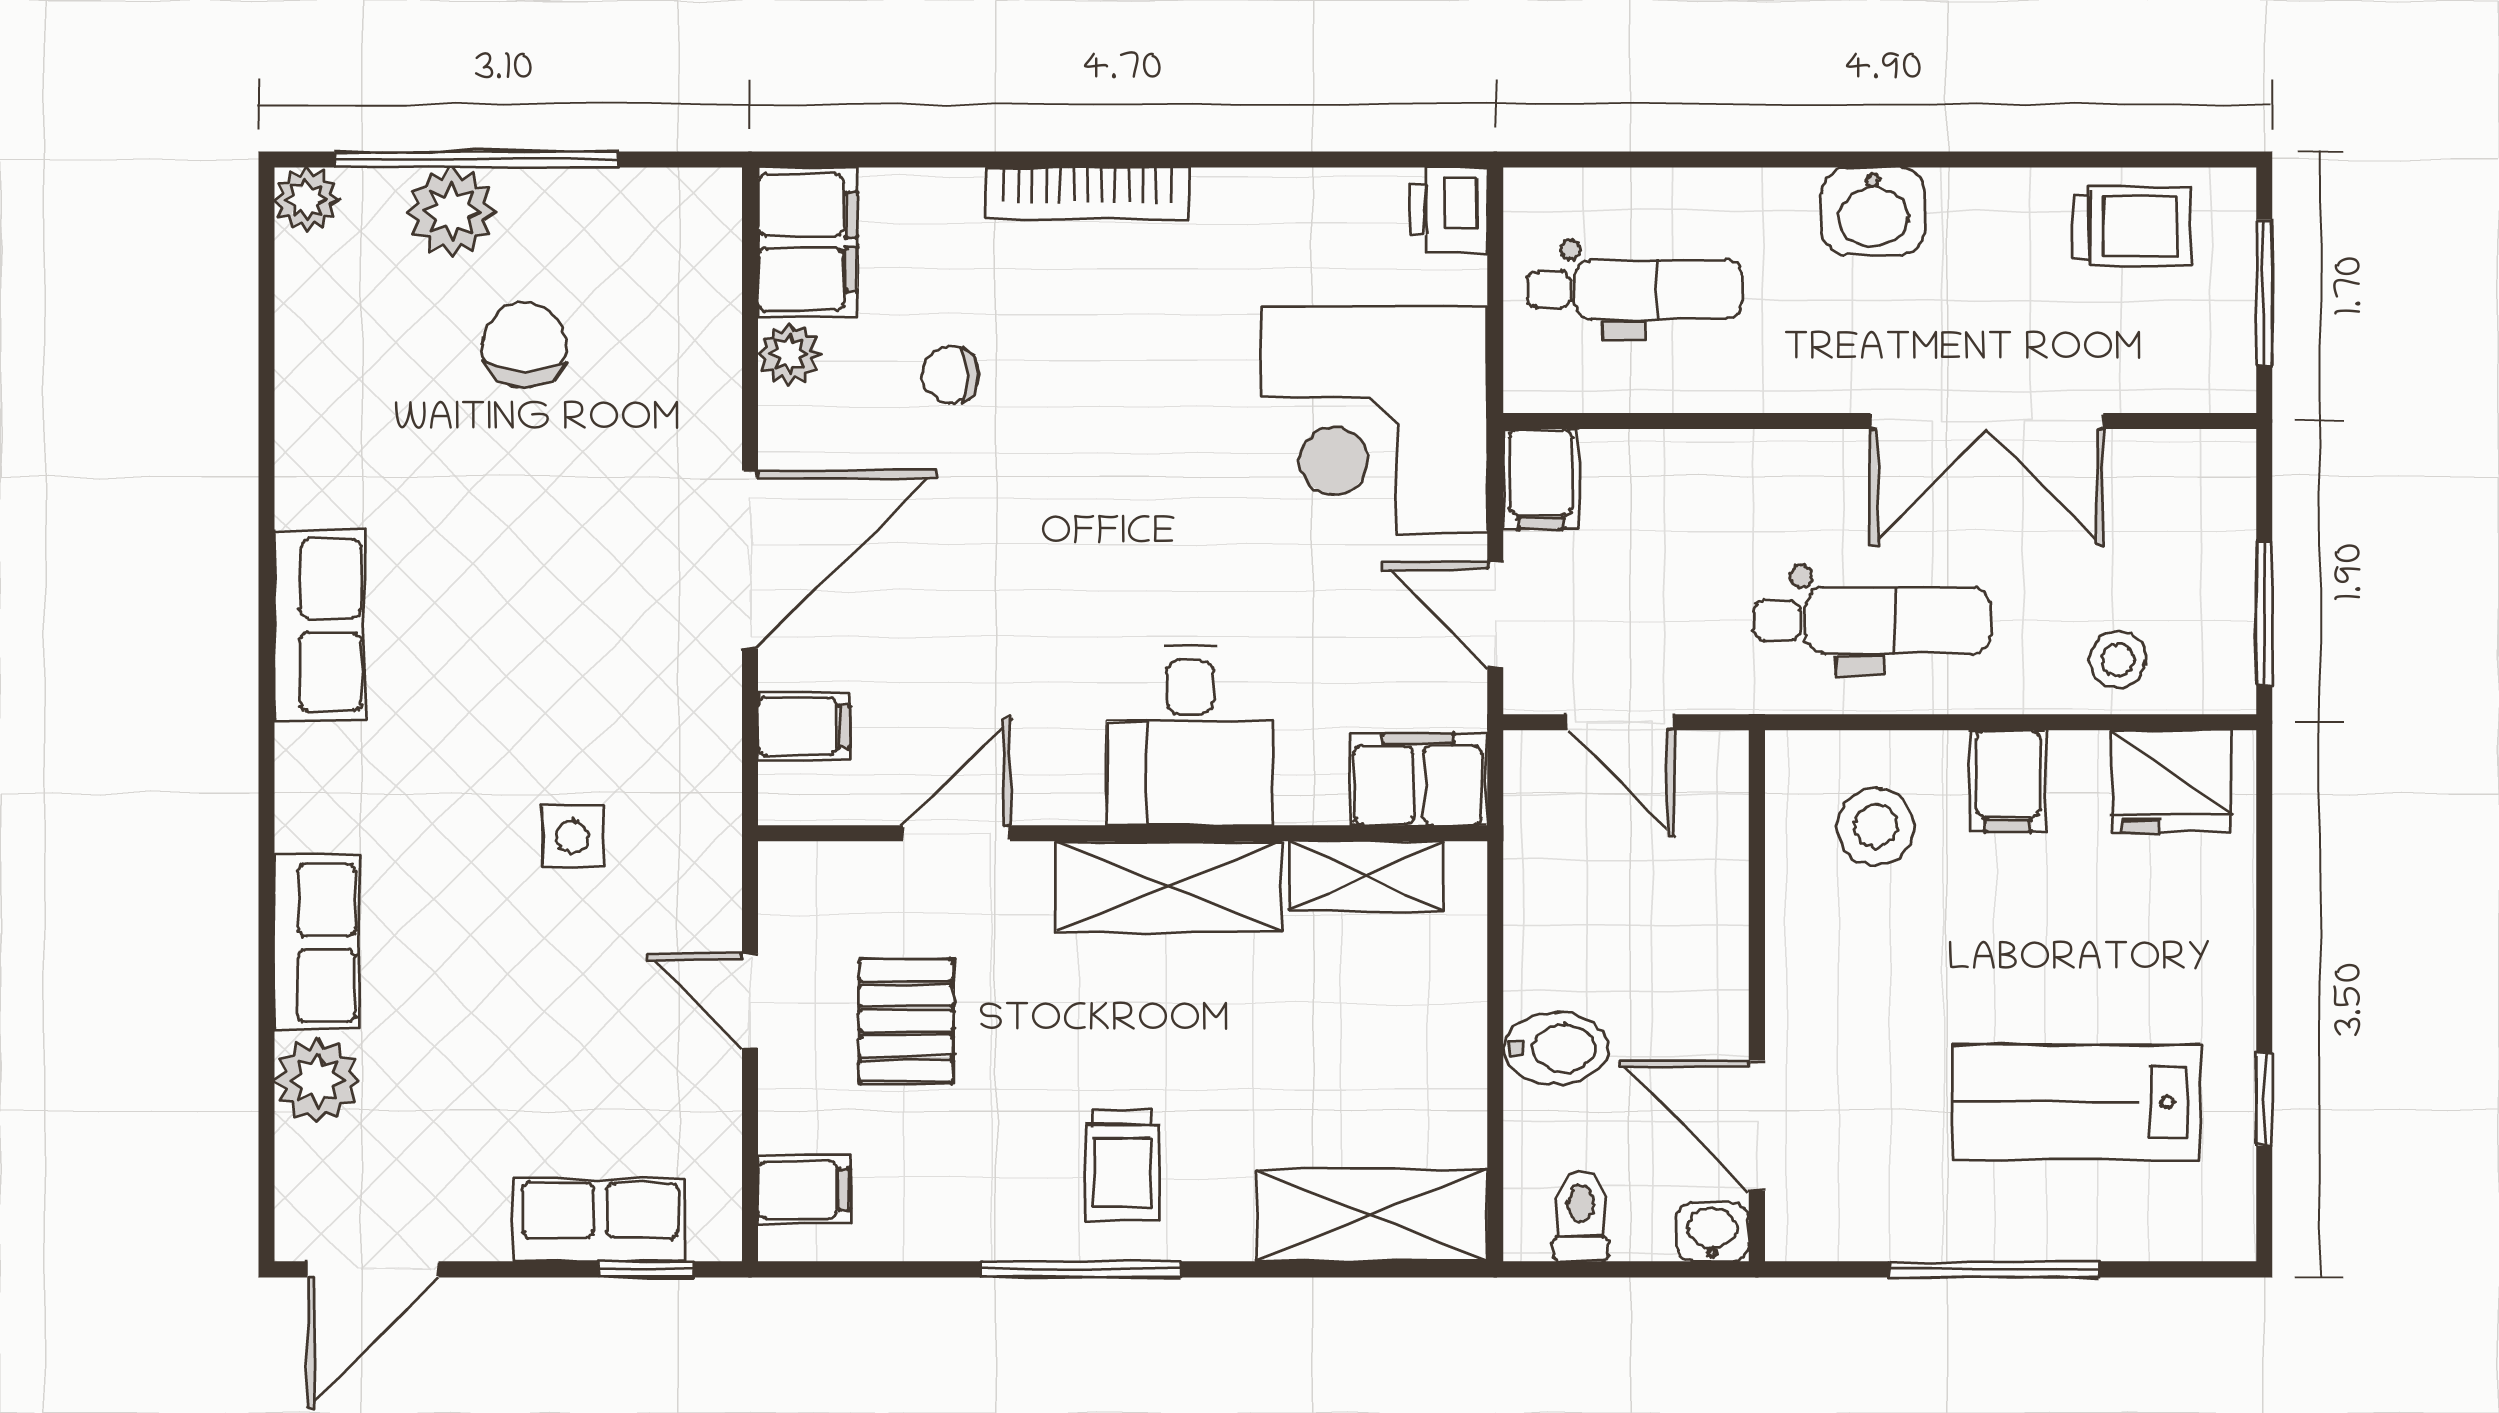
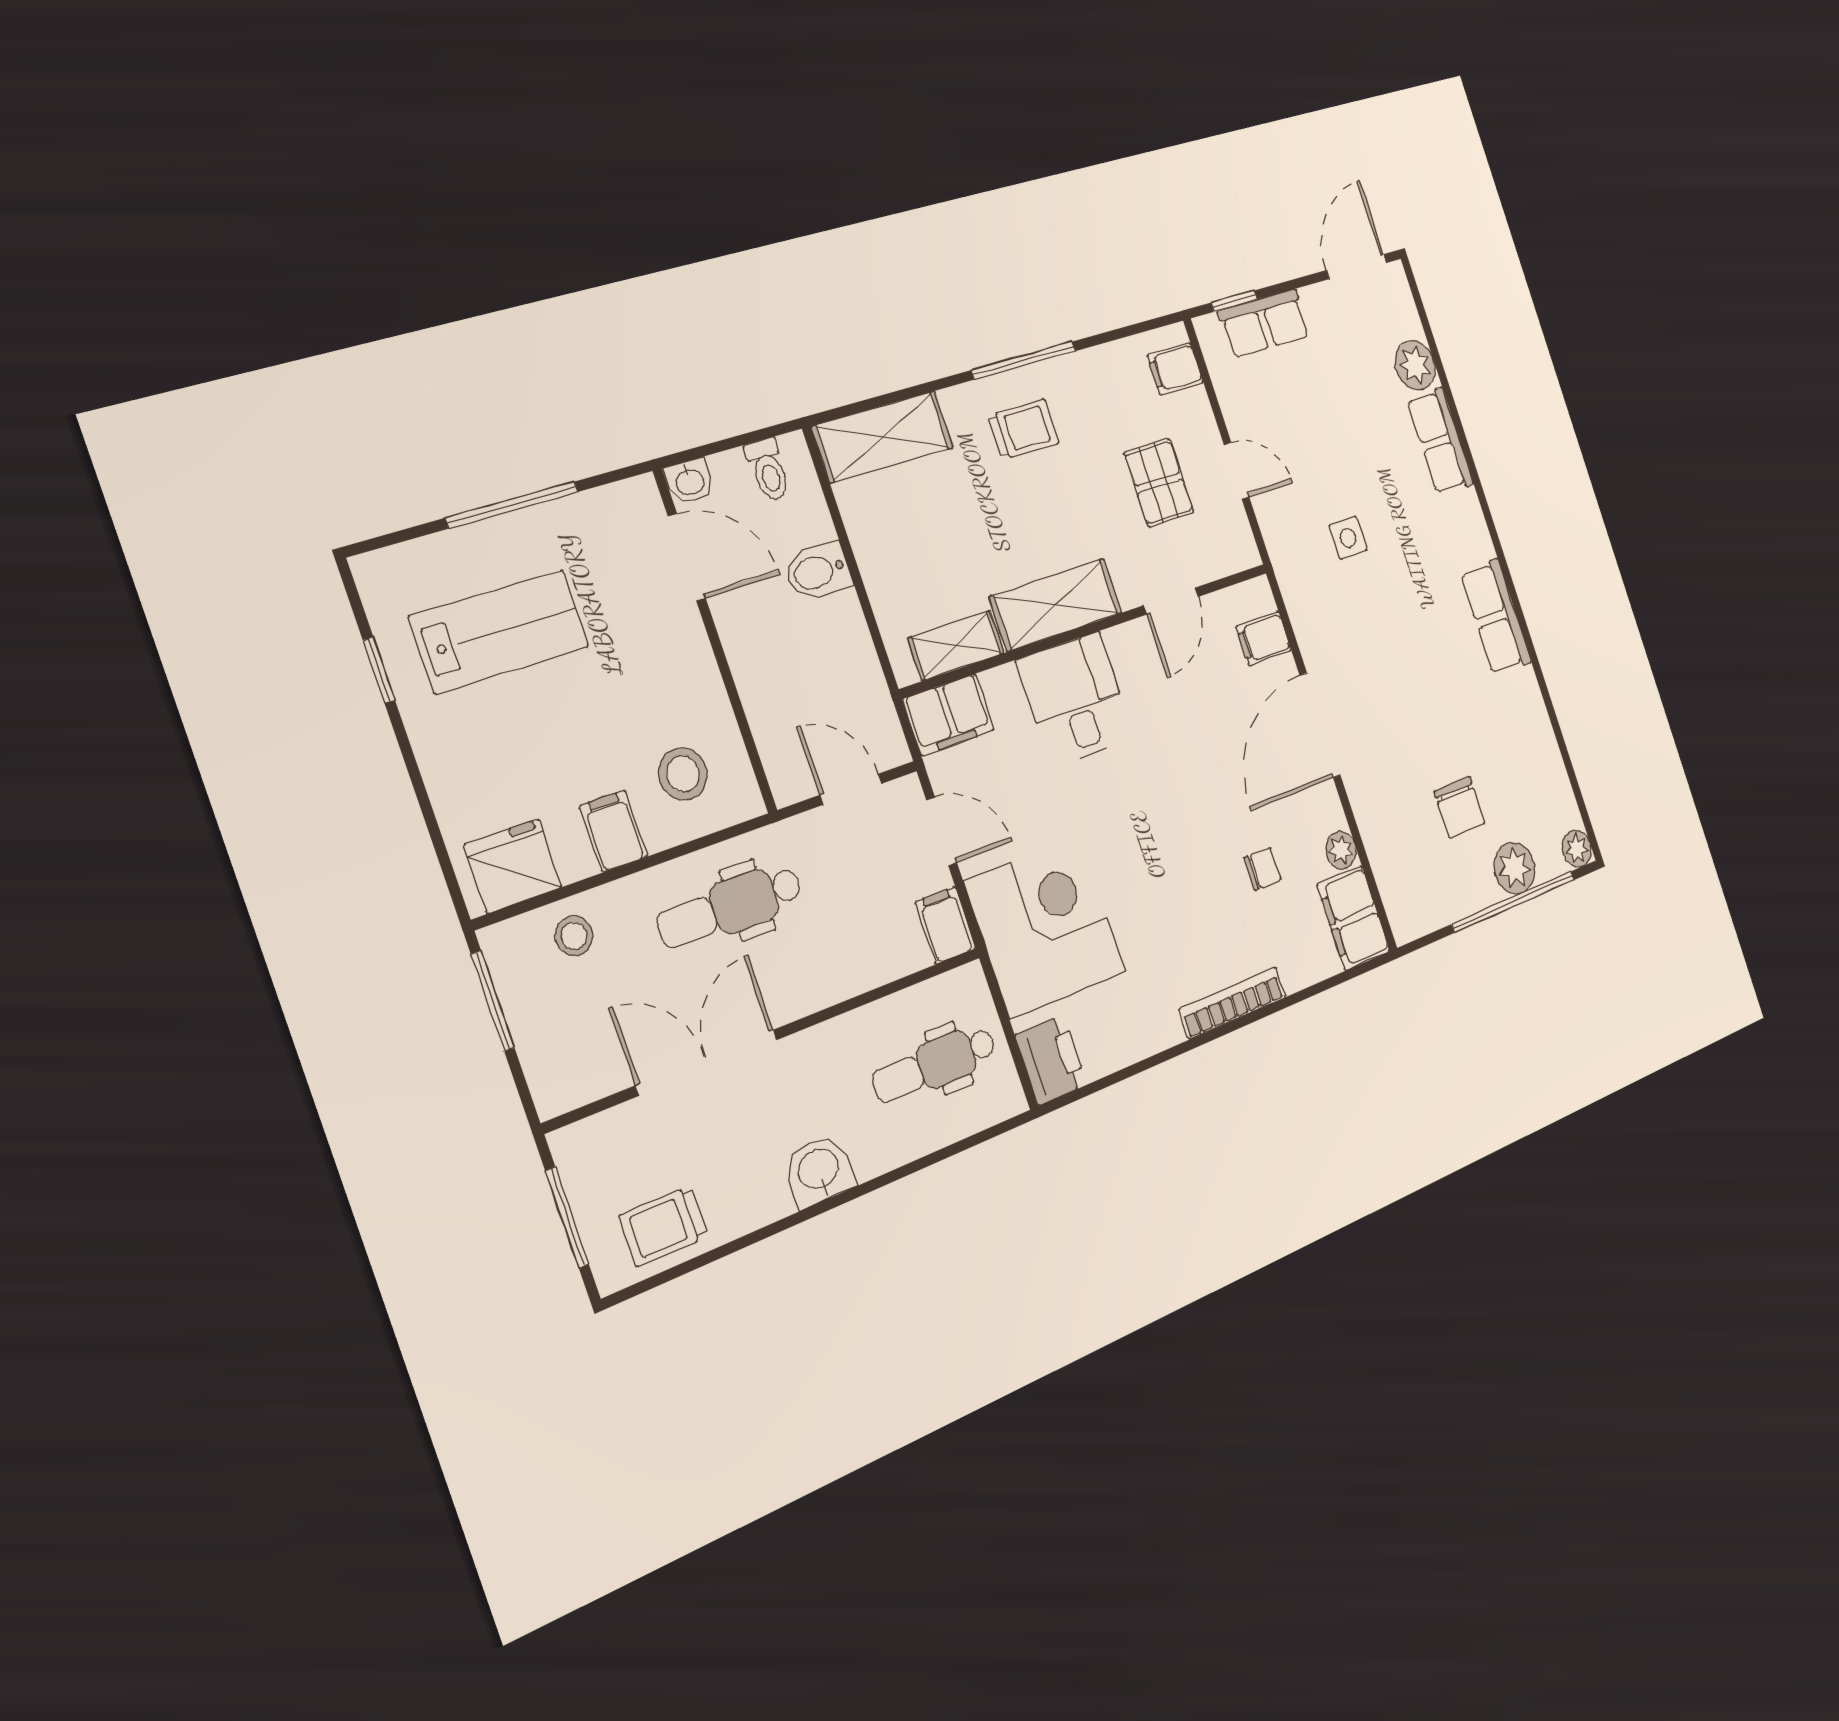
printer: (1449, 210) -> (1051, 1060), width x1.36, depth x1.24
trolley: (1123, 1165) -> (1023, 429), turned 90

